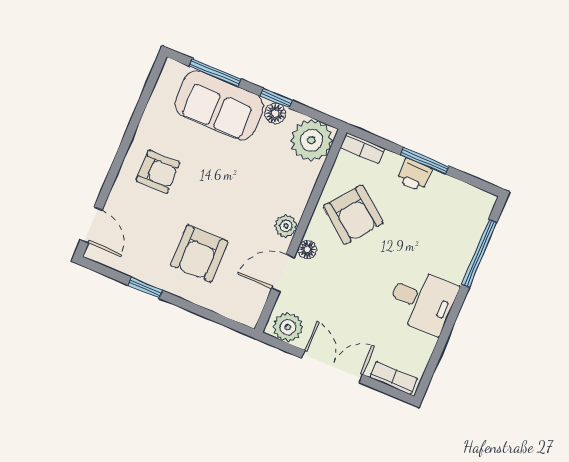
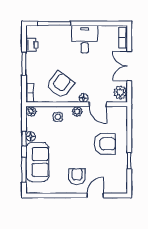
plant: (311, 140) -> (31, 111), width x0.53, depth x0.53
printer: (414, 175) -> (32, 45), moved
side table: (291, 183) -> (58, 117), added
door: (91, 225) -> (95, 195), moved

